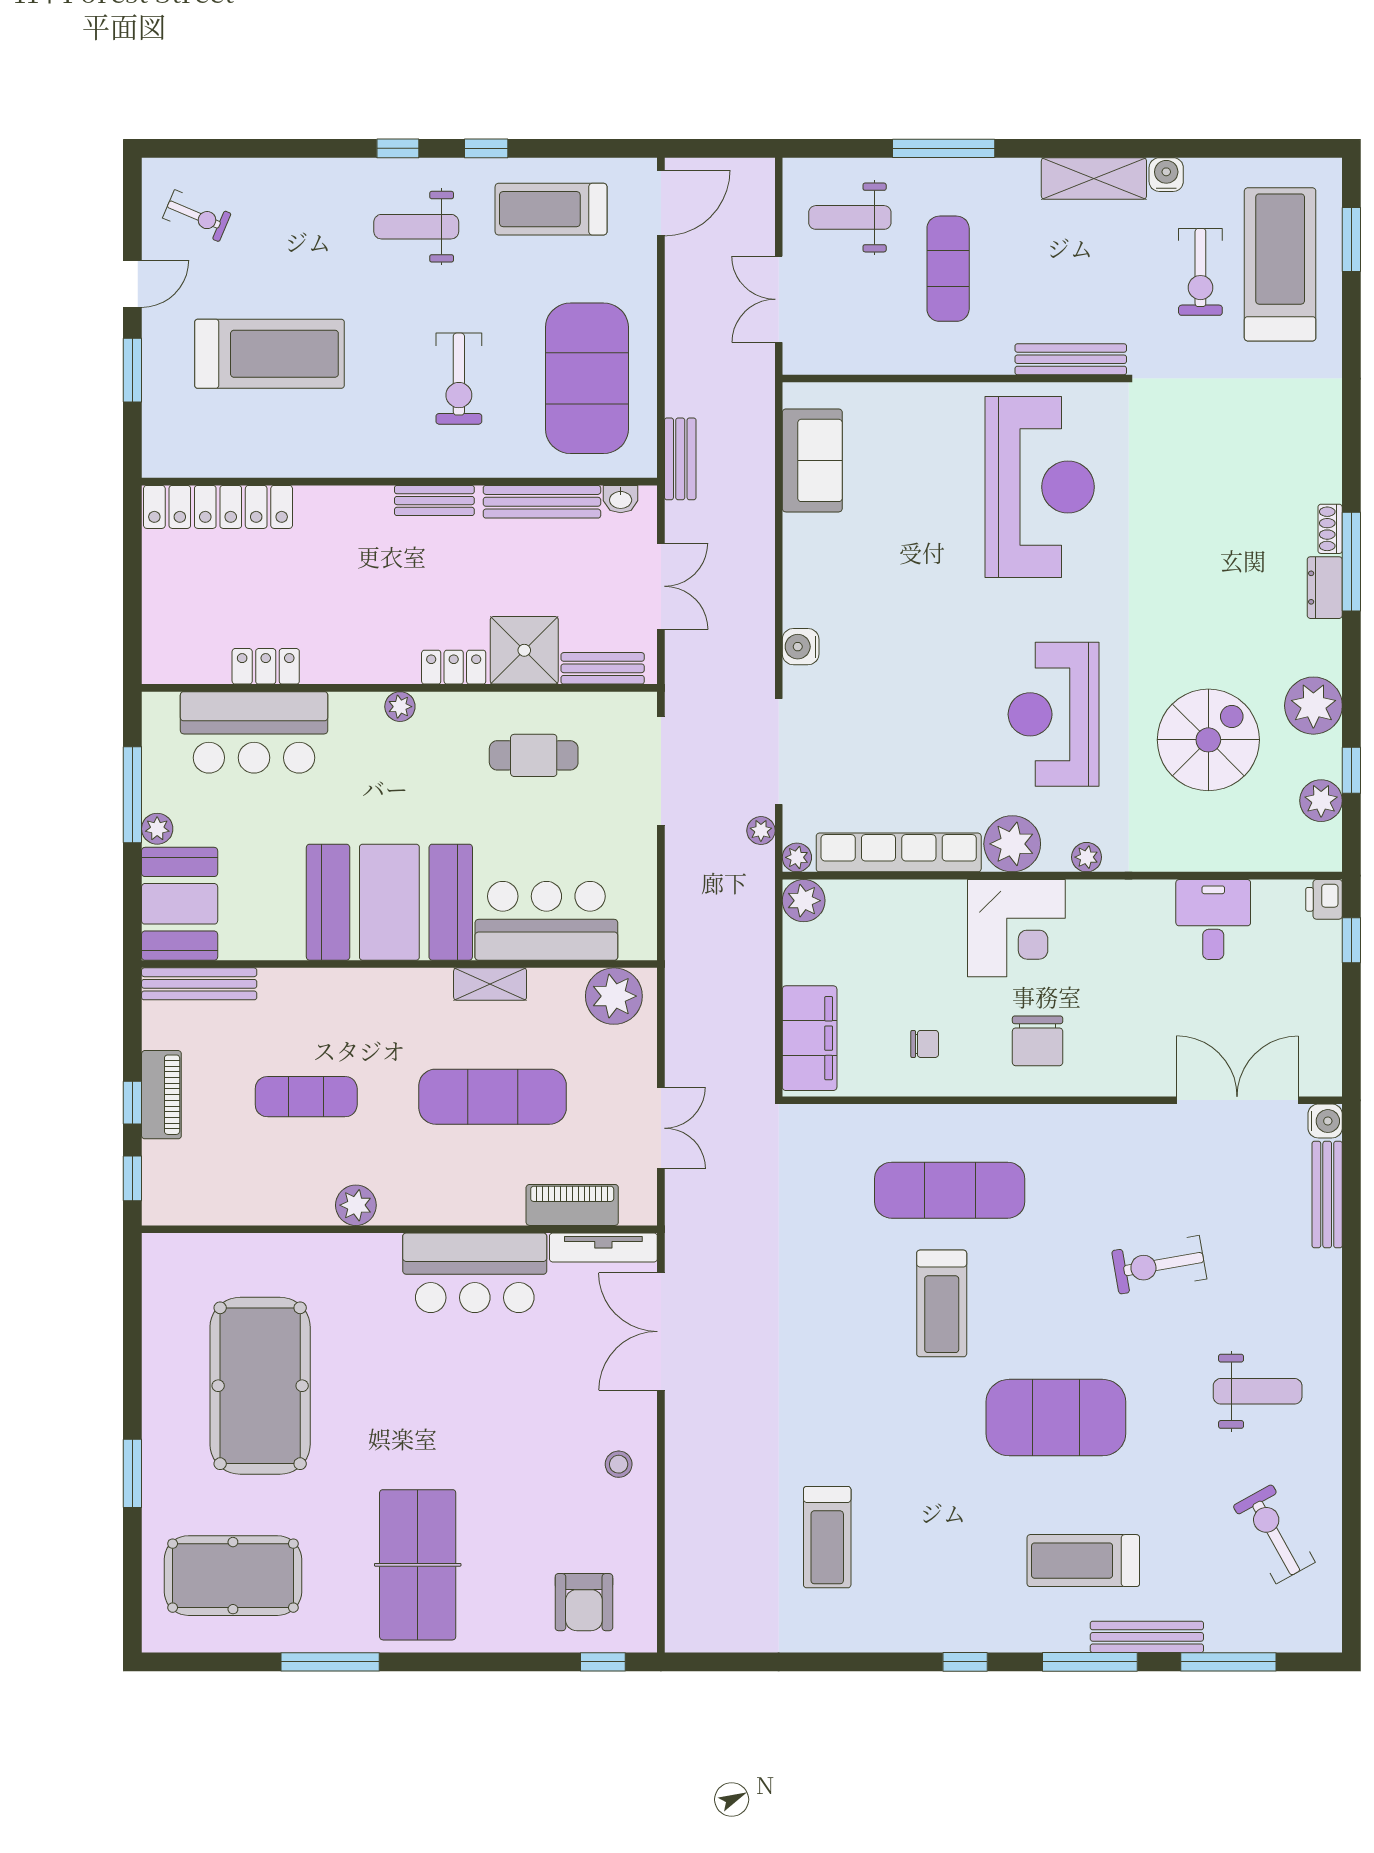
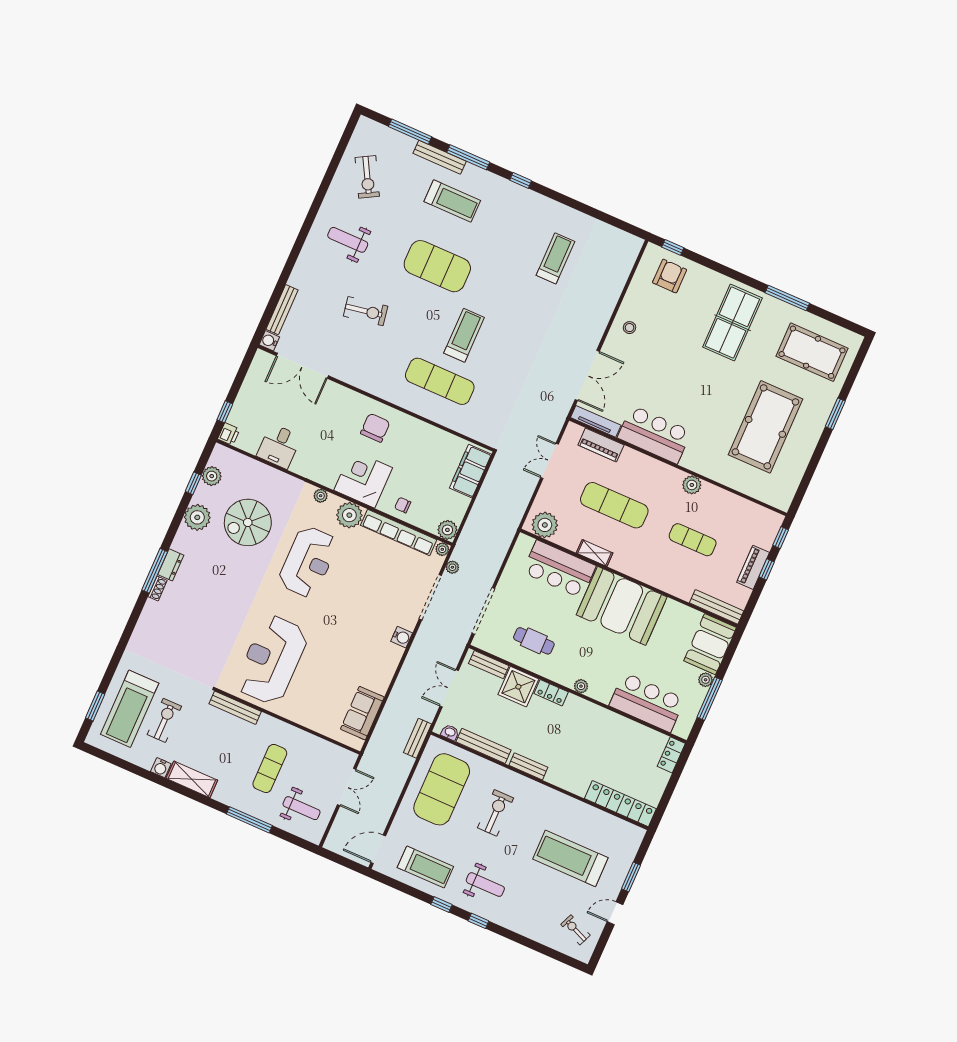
locker: (266, 666) -> (671, 755), moved, turned 90
chair: (925, 1044) -> (403, 505), moved

